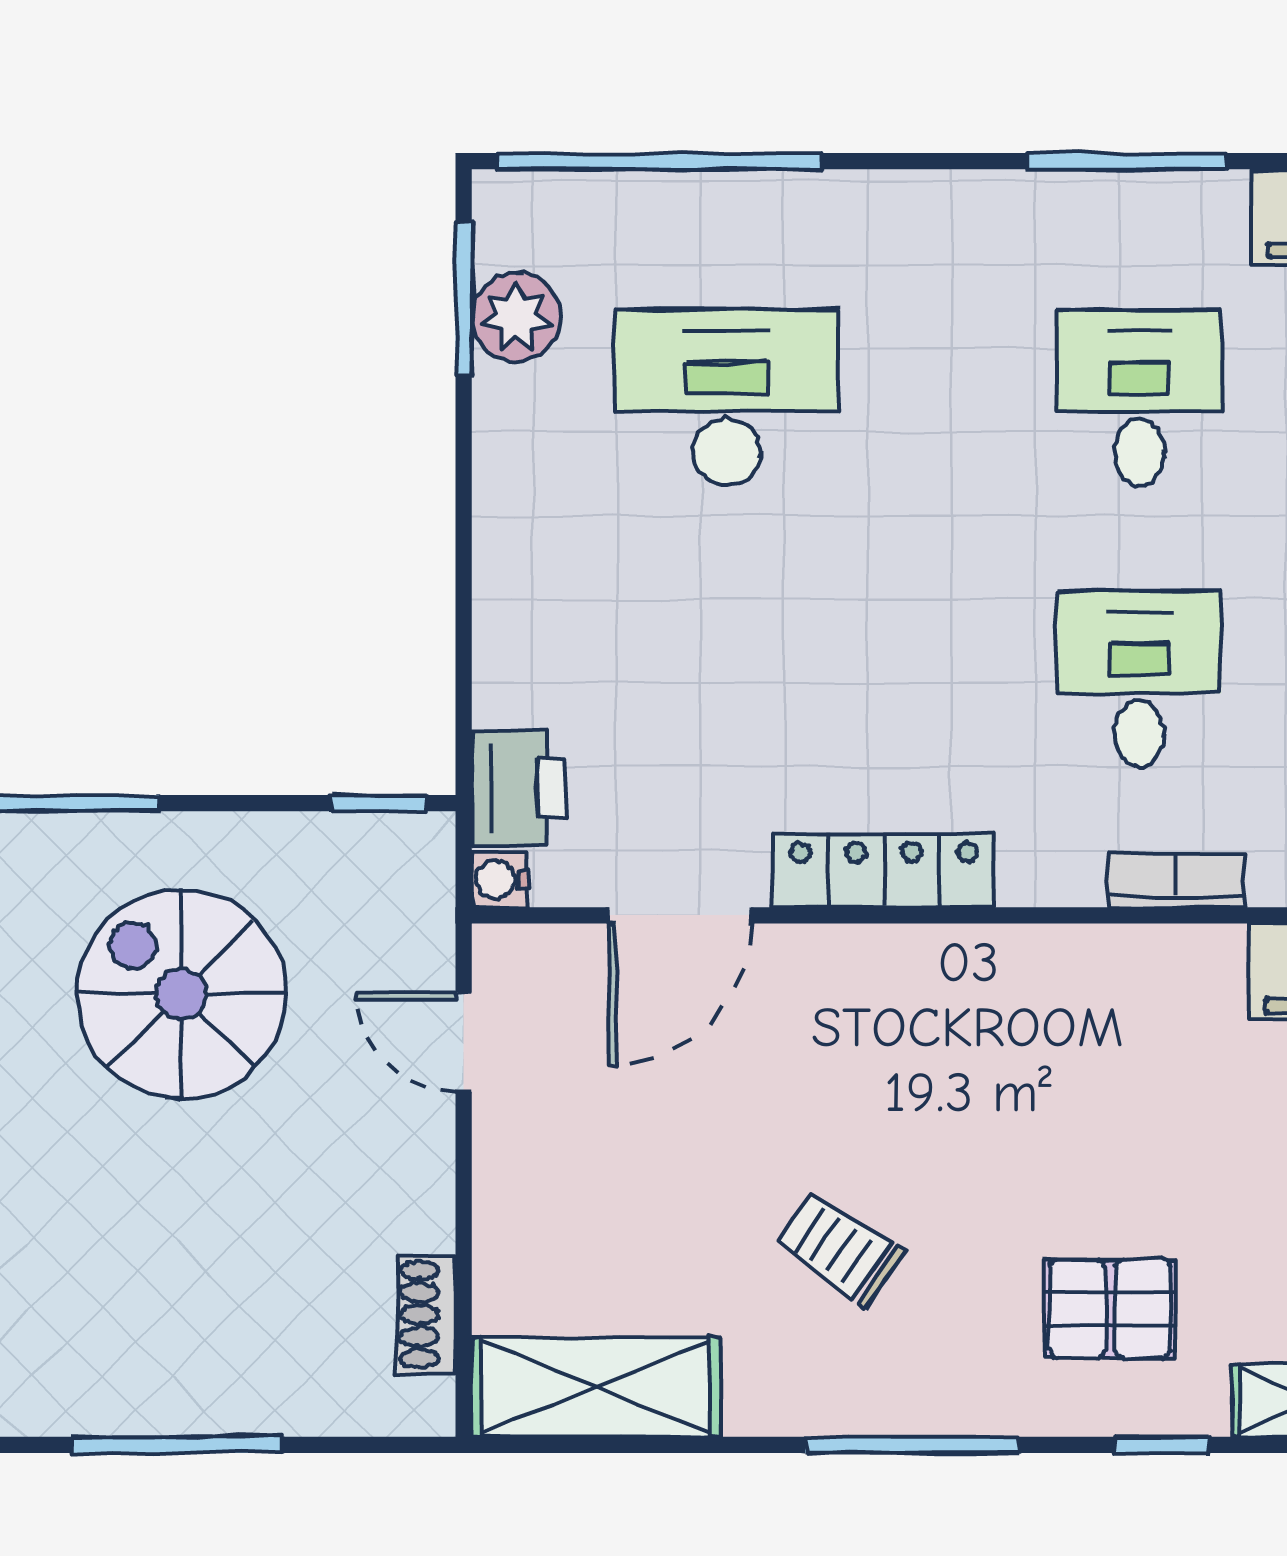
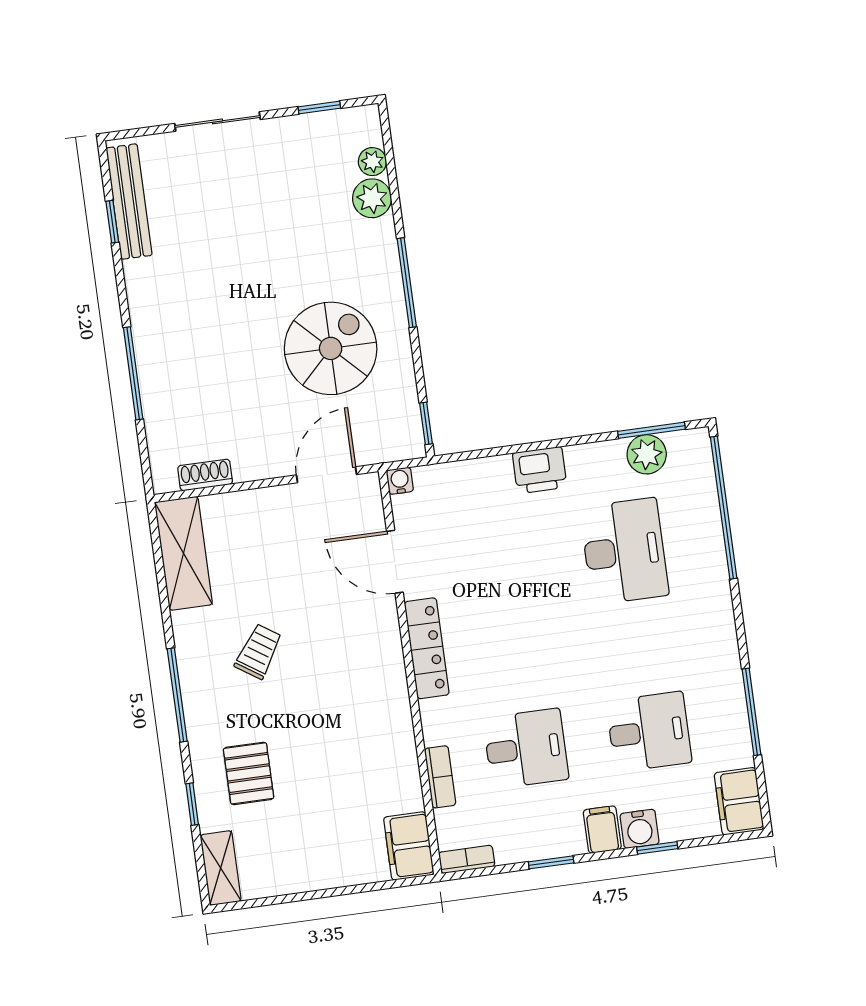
printer: (519, 788) -> (540, 470), moved
door: (464, 1042) -> (326, 475), width x1.38

